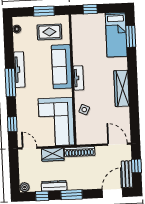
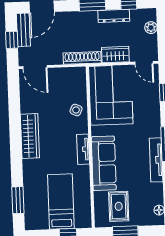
rug: (49, 32) -> (119, 206), turned 90
bed: (116, 35) -> (61, 202), moved
plant: (25, 187) -> (151, 28), moved

